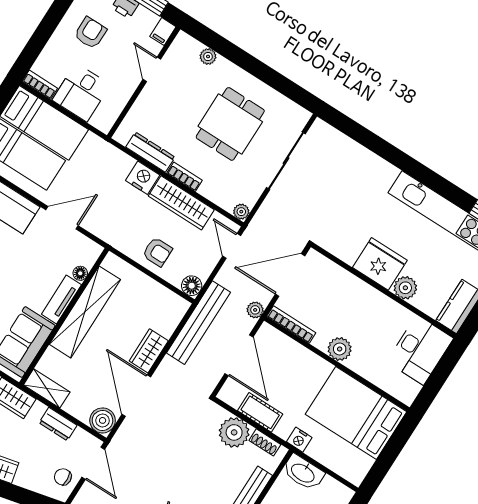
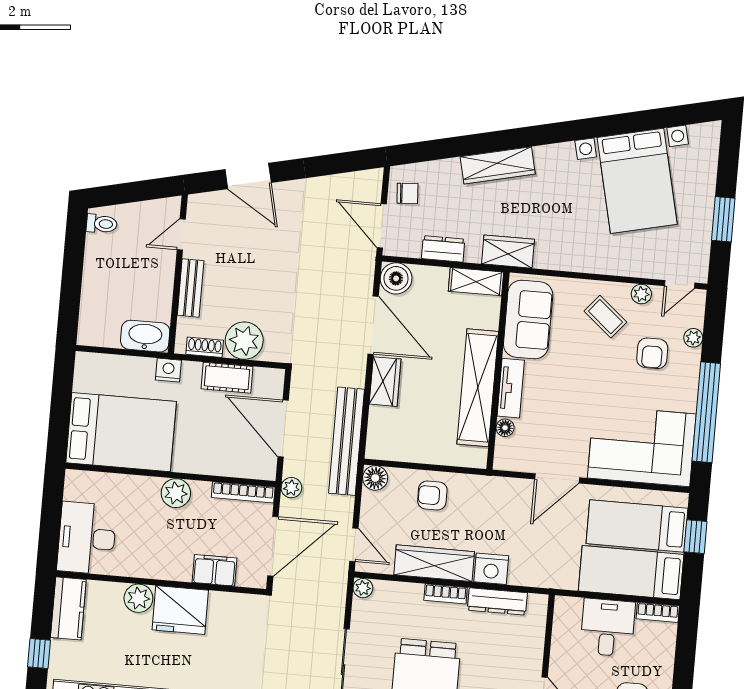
filing cabinet: (341, 280) -> (214, 570), added

